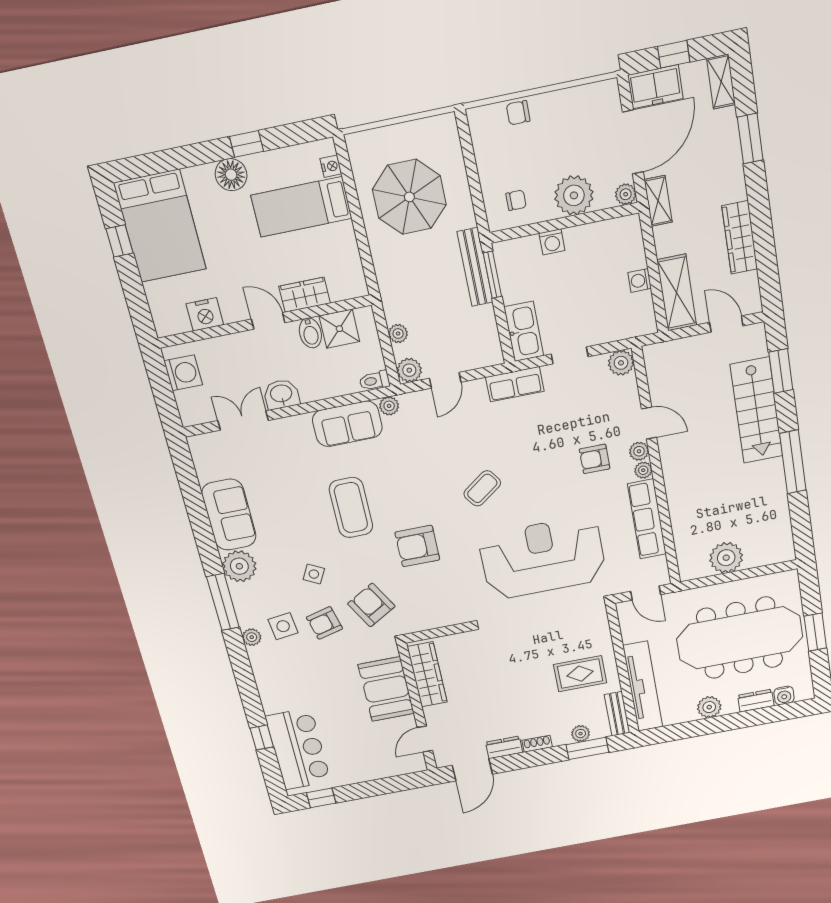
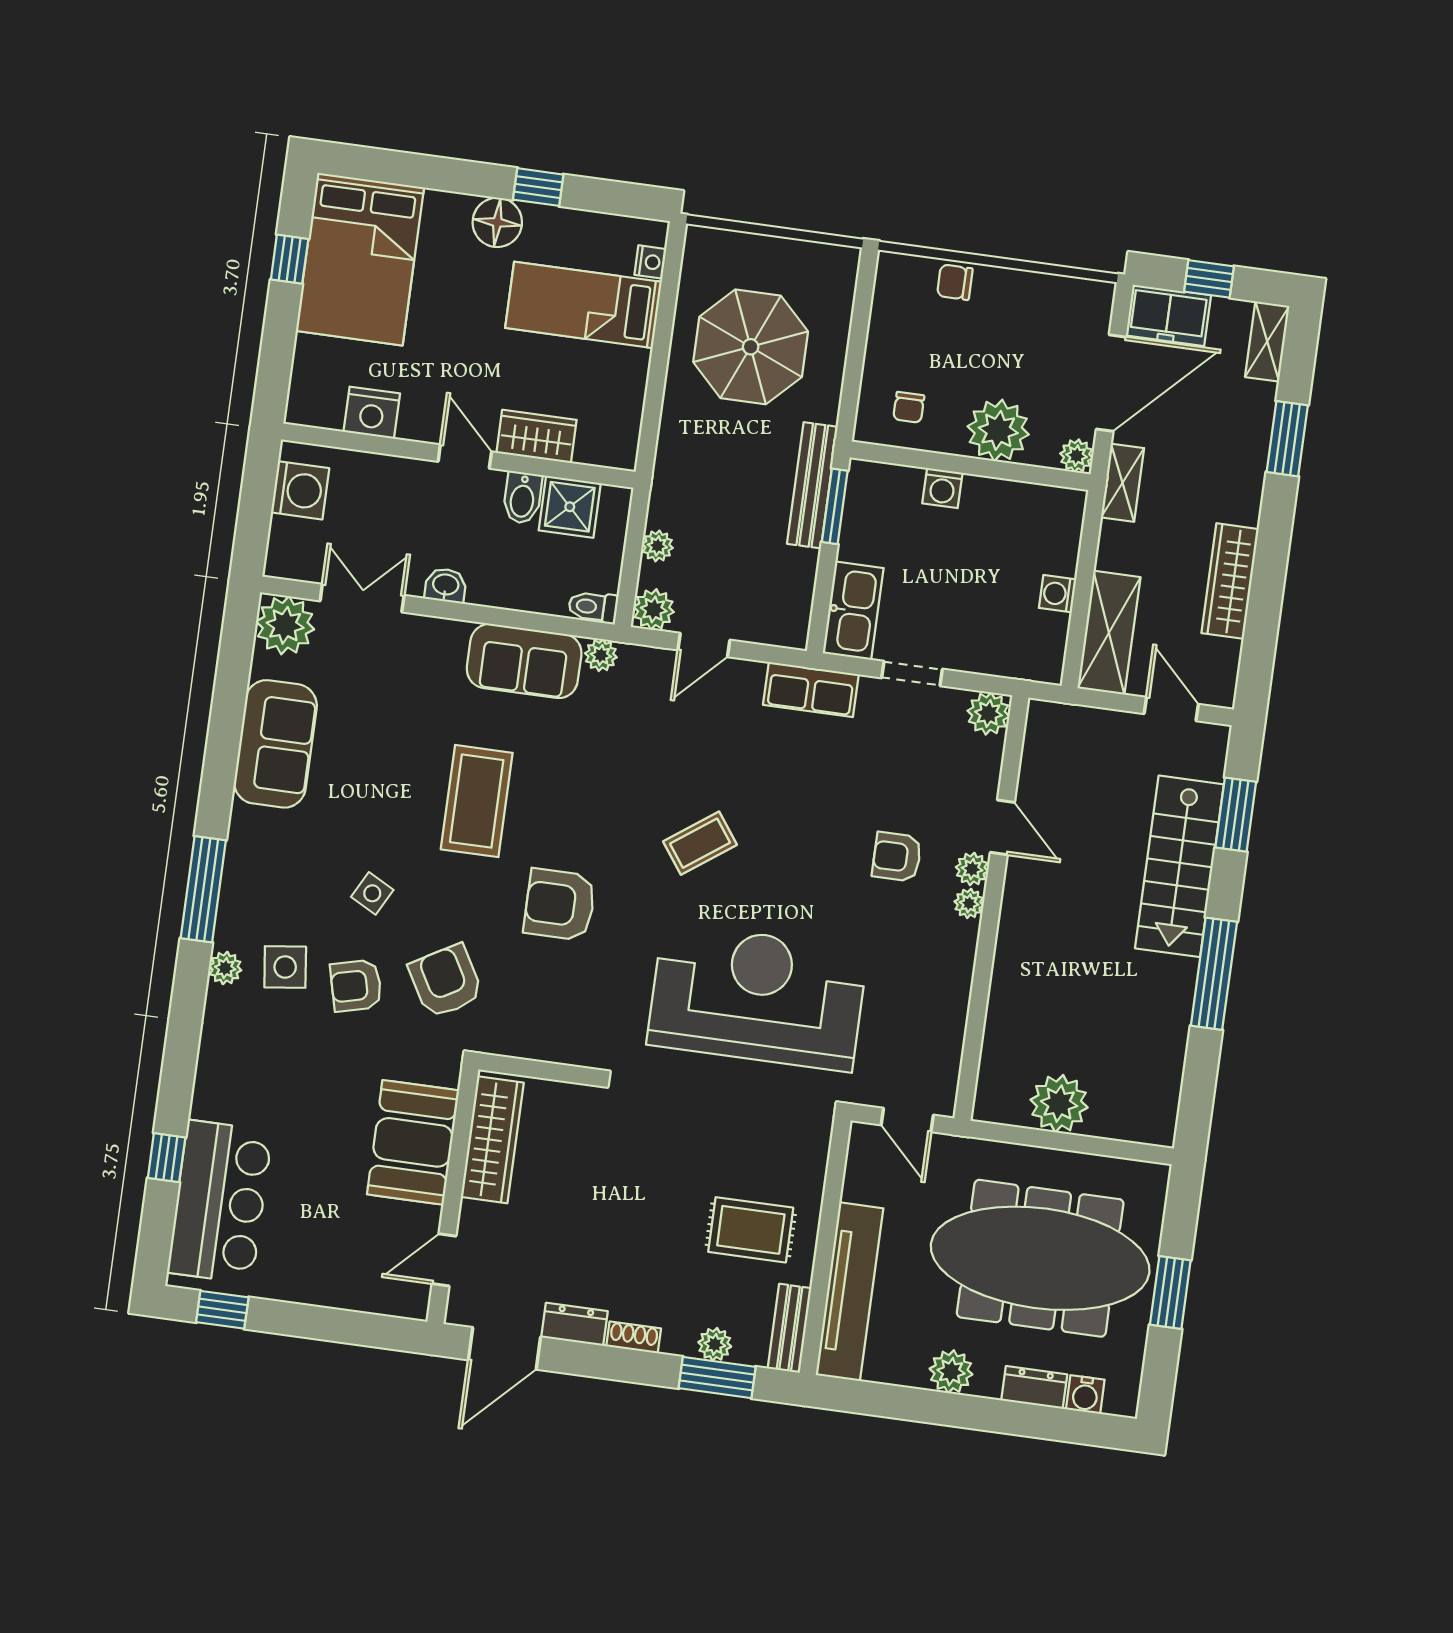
chair: (516, 200) -> (909, 407), turned 90
washbasin: (281, 394) -> (446, 585), width x0.72, depth x0.69
row of seats: (647, 519) -> (949, 990), removed
plant: (239, 566) -> (285, 625), moved

